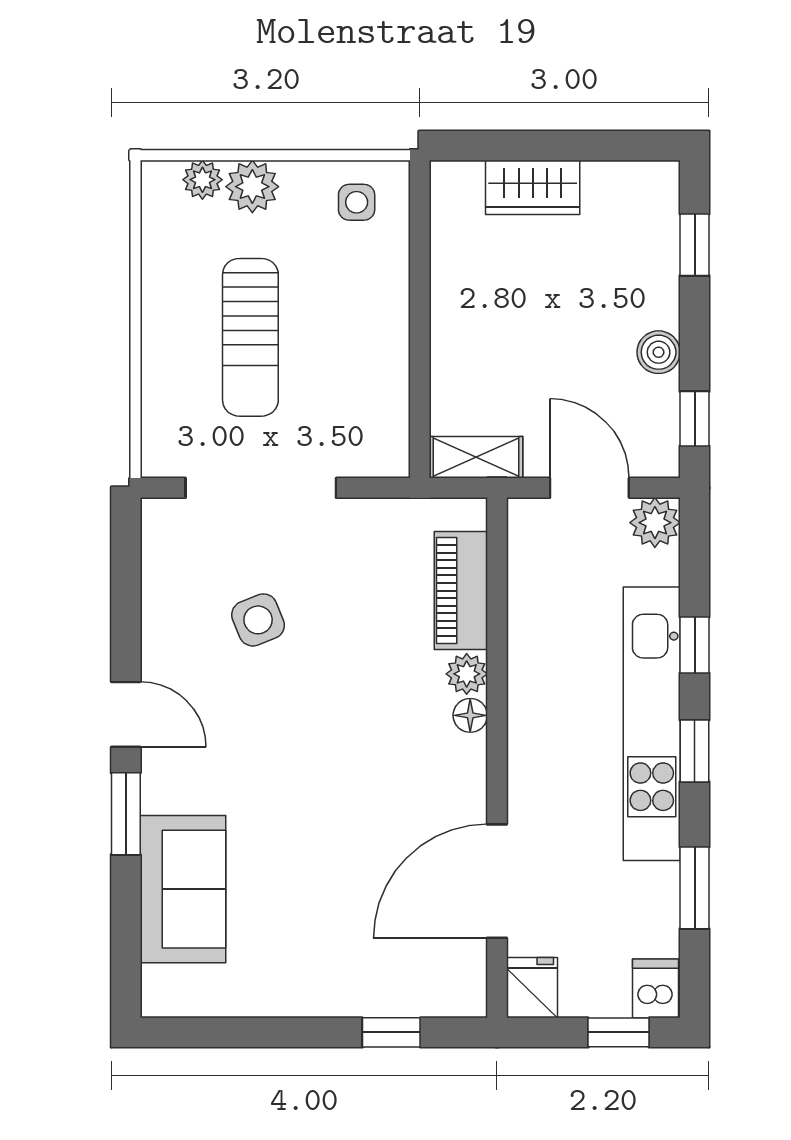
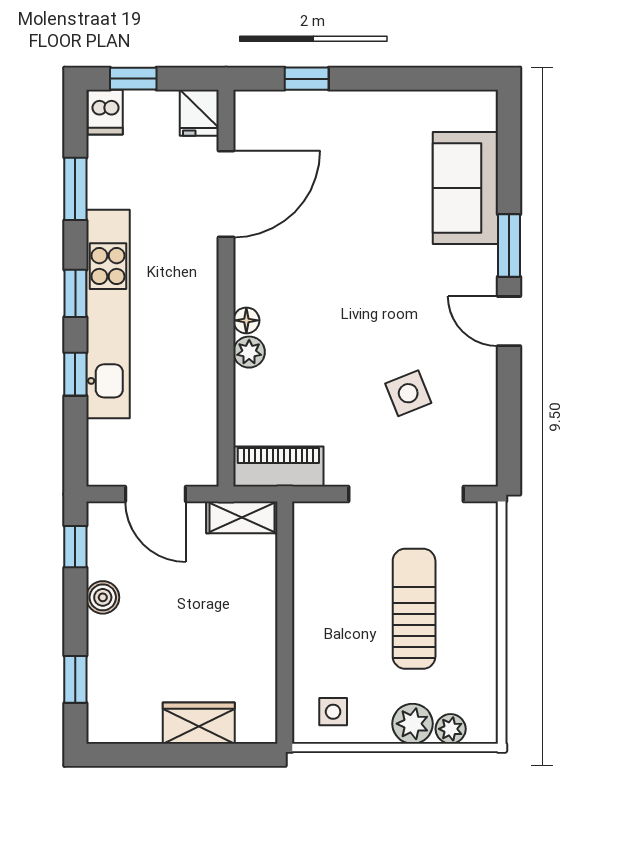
plant: (655, 523) -> (105, 467), removed
piano: (461, 591) -> (278, 466), moved, turned -90

